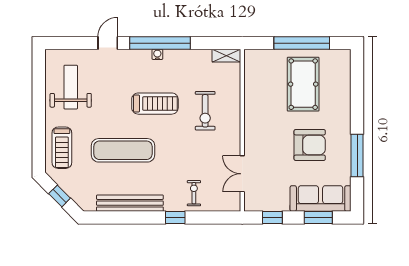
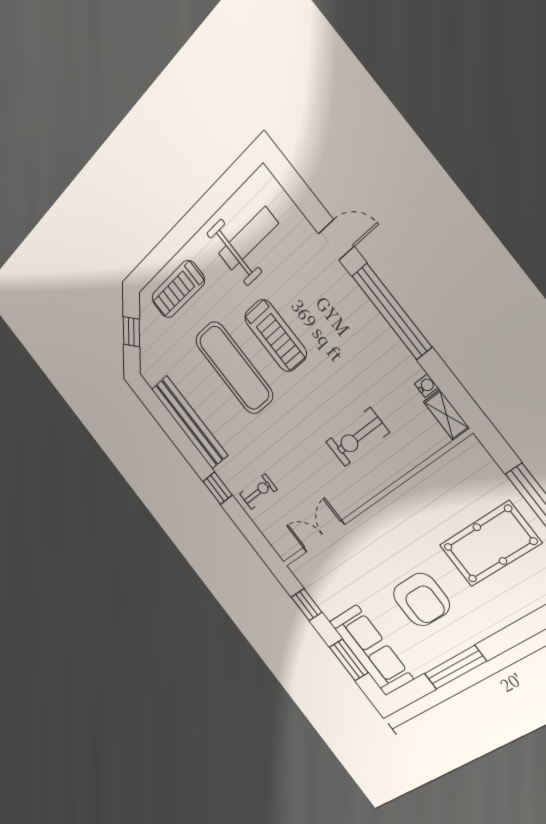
water cooler: (157, 54) -> (426, 386), moved
treadmill: (155, 104) -> (275, 336), moved

